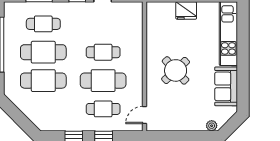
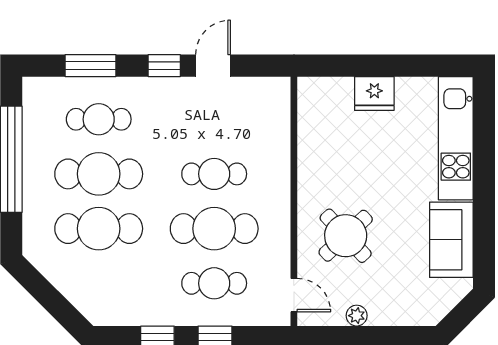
round table: (176, 70) -> (346, 236), moved
door: (145, 115) -> (294, 295), swing flipped
plant: (212, 126) -> (357, 316), moved

